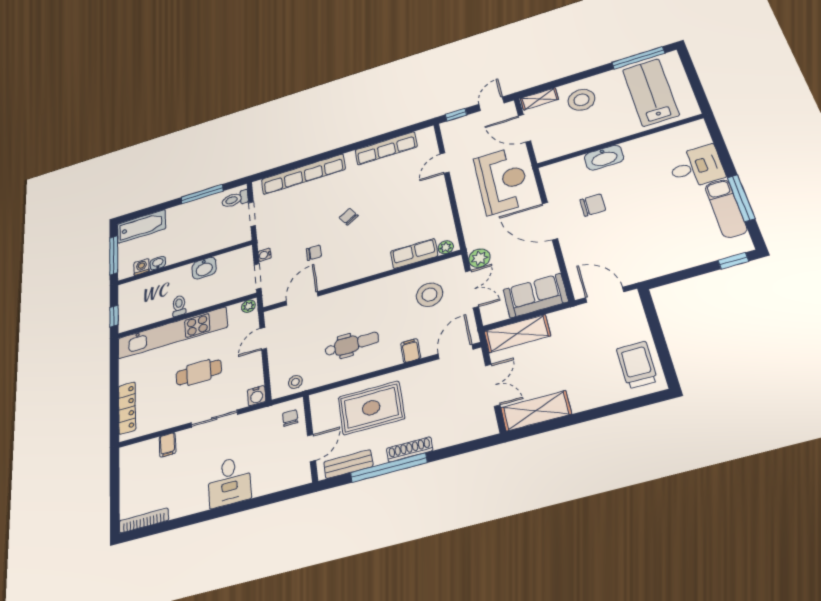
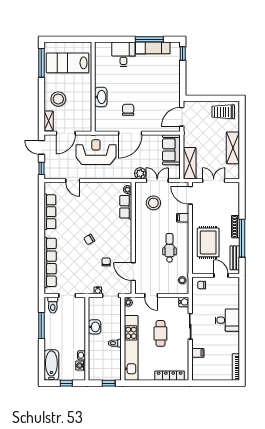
window: (114, 255) -> (66, 383), width x0.46
shelving: (536, 411) -> (233, 148), moved

